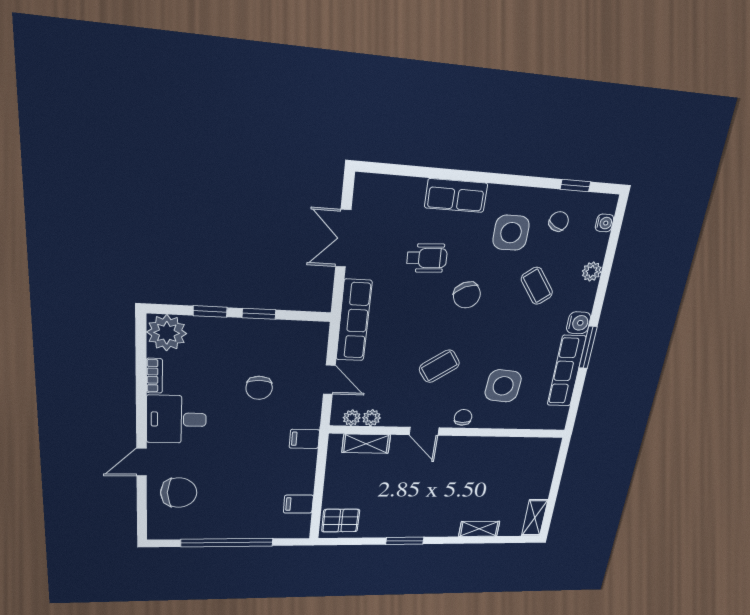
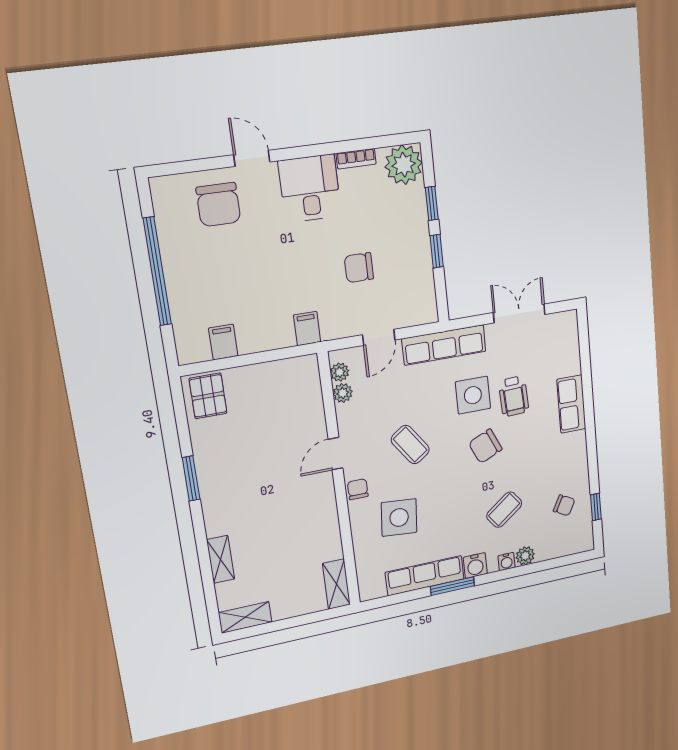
water cooler: (604, 223) -> (507, 562), moved
side table: (511, 233) -> (473, 395), moved
chair: (463, 417) -> (358, 489), turned -90
shelving: (366, 444) -> (336, 584), moved

